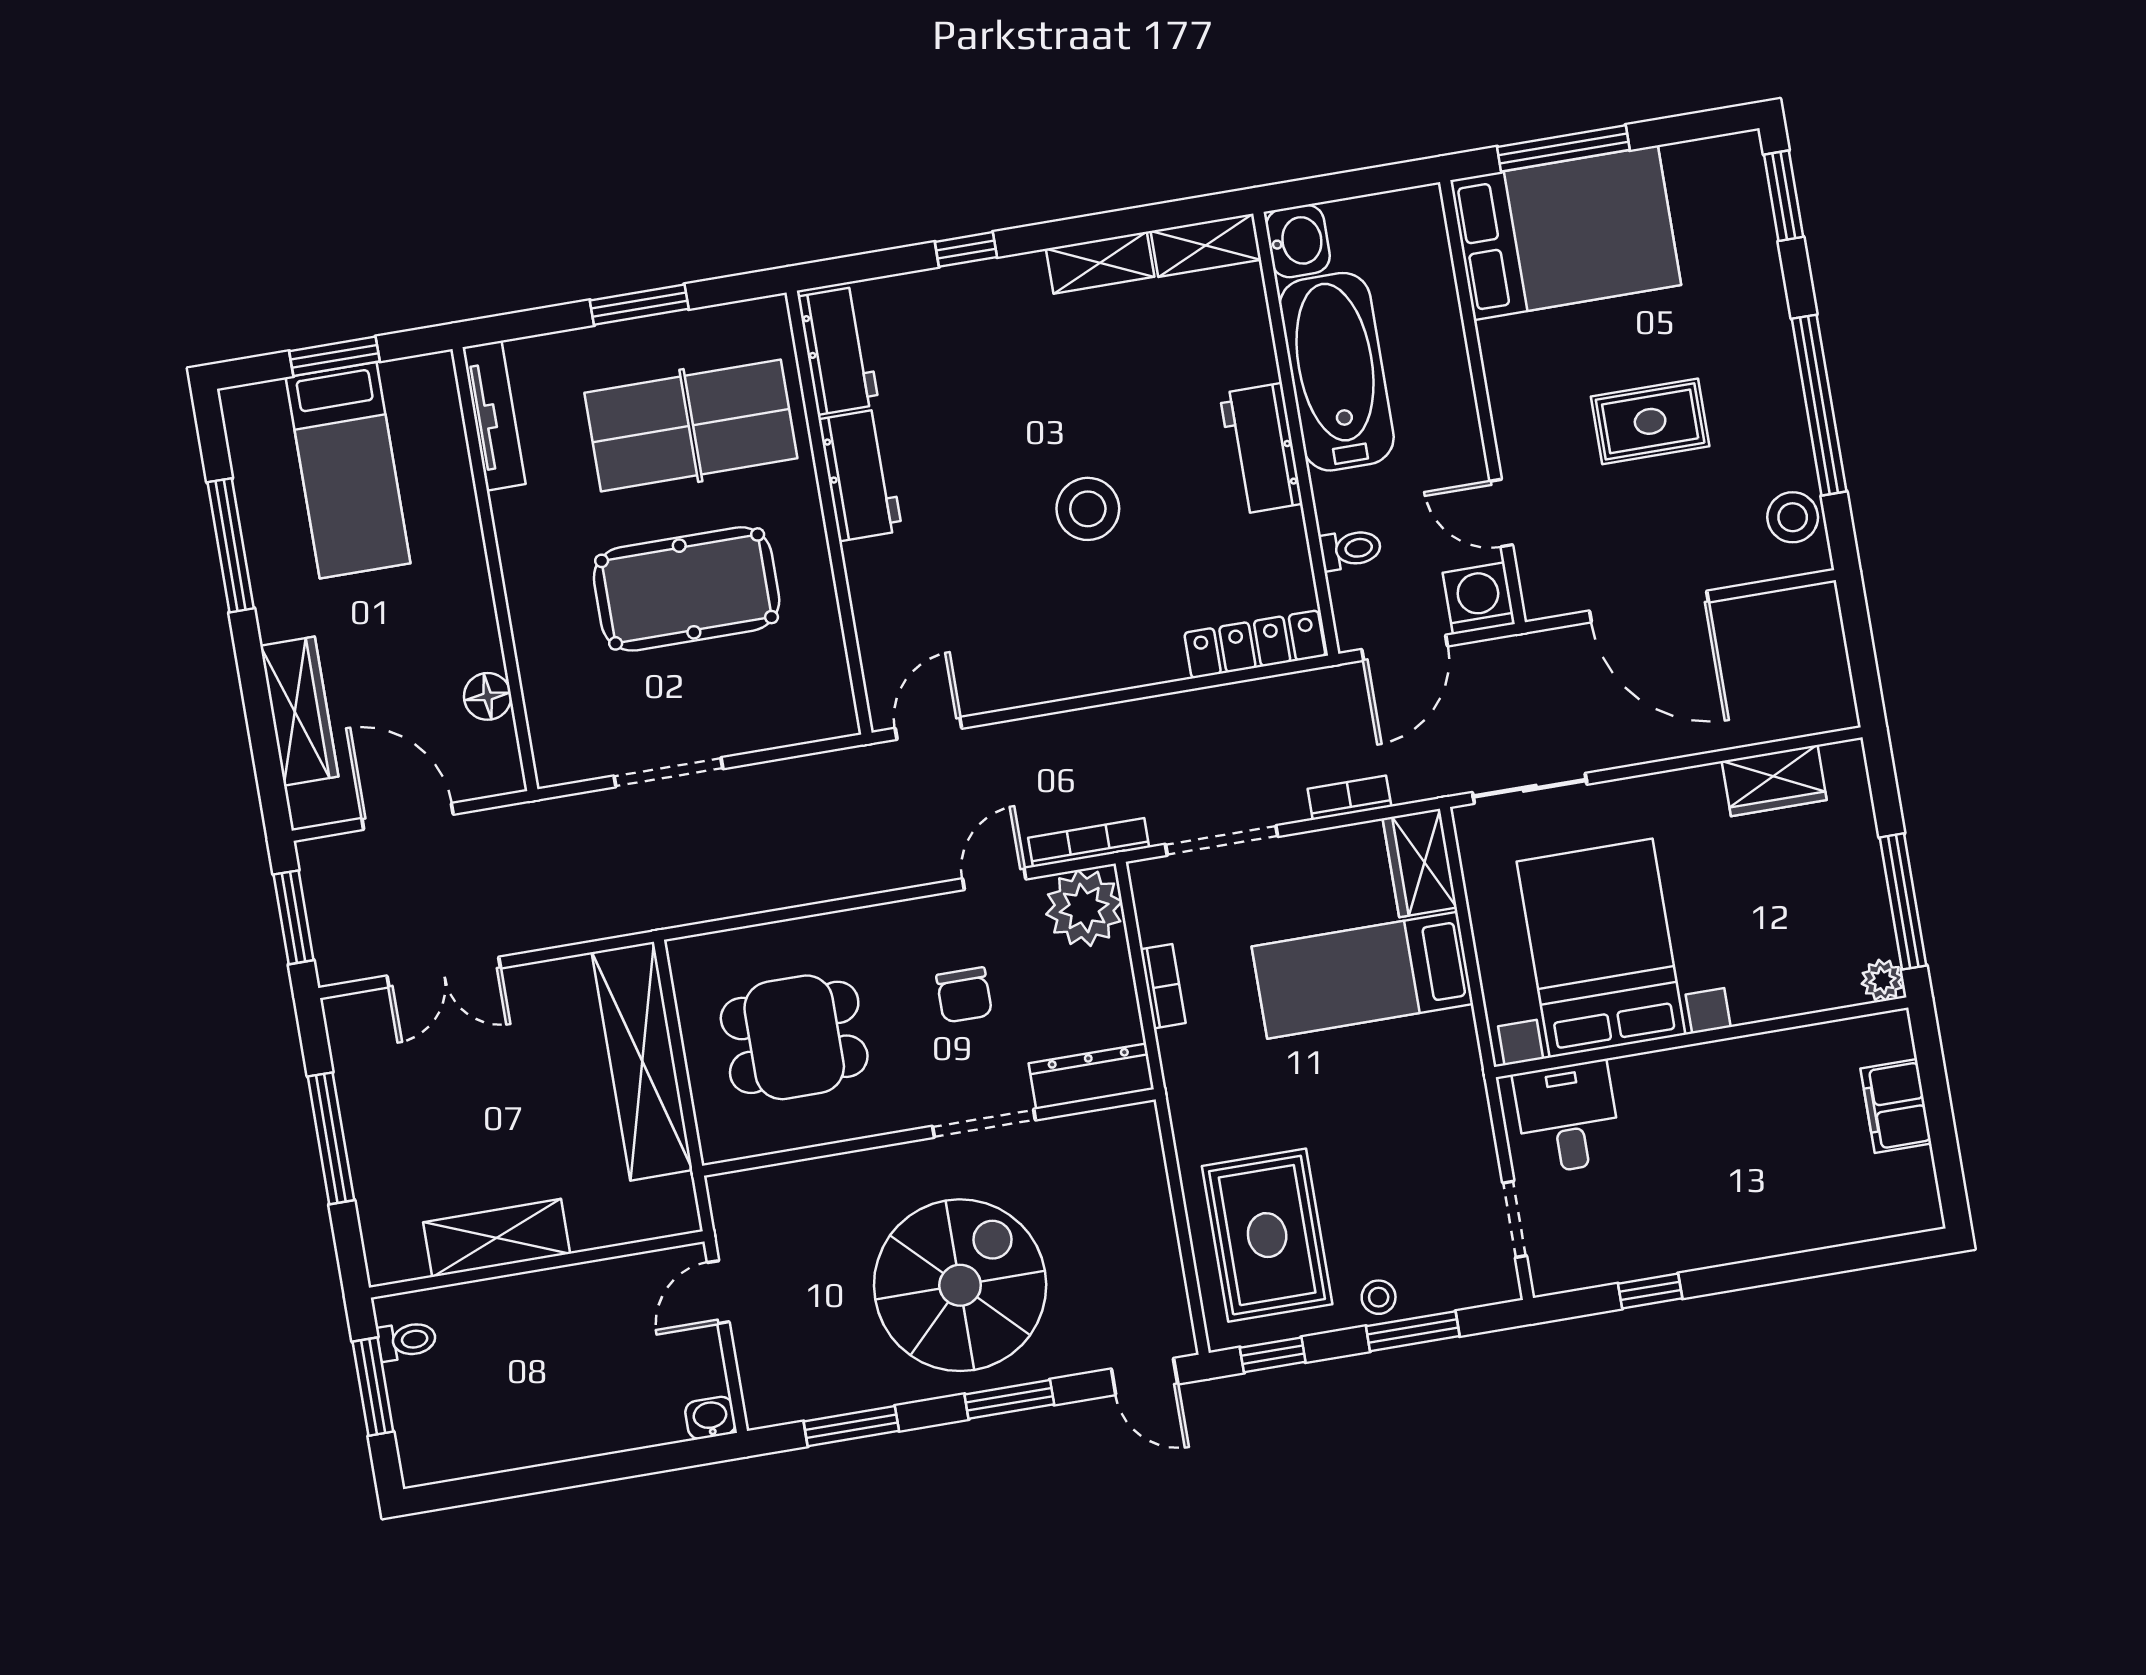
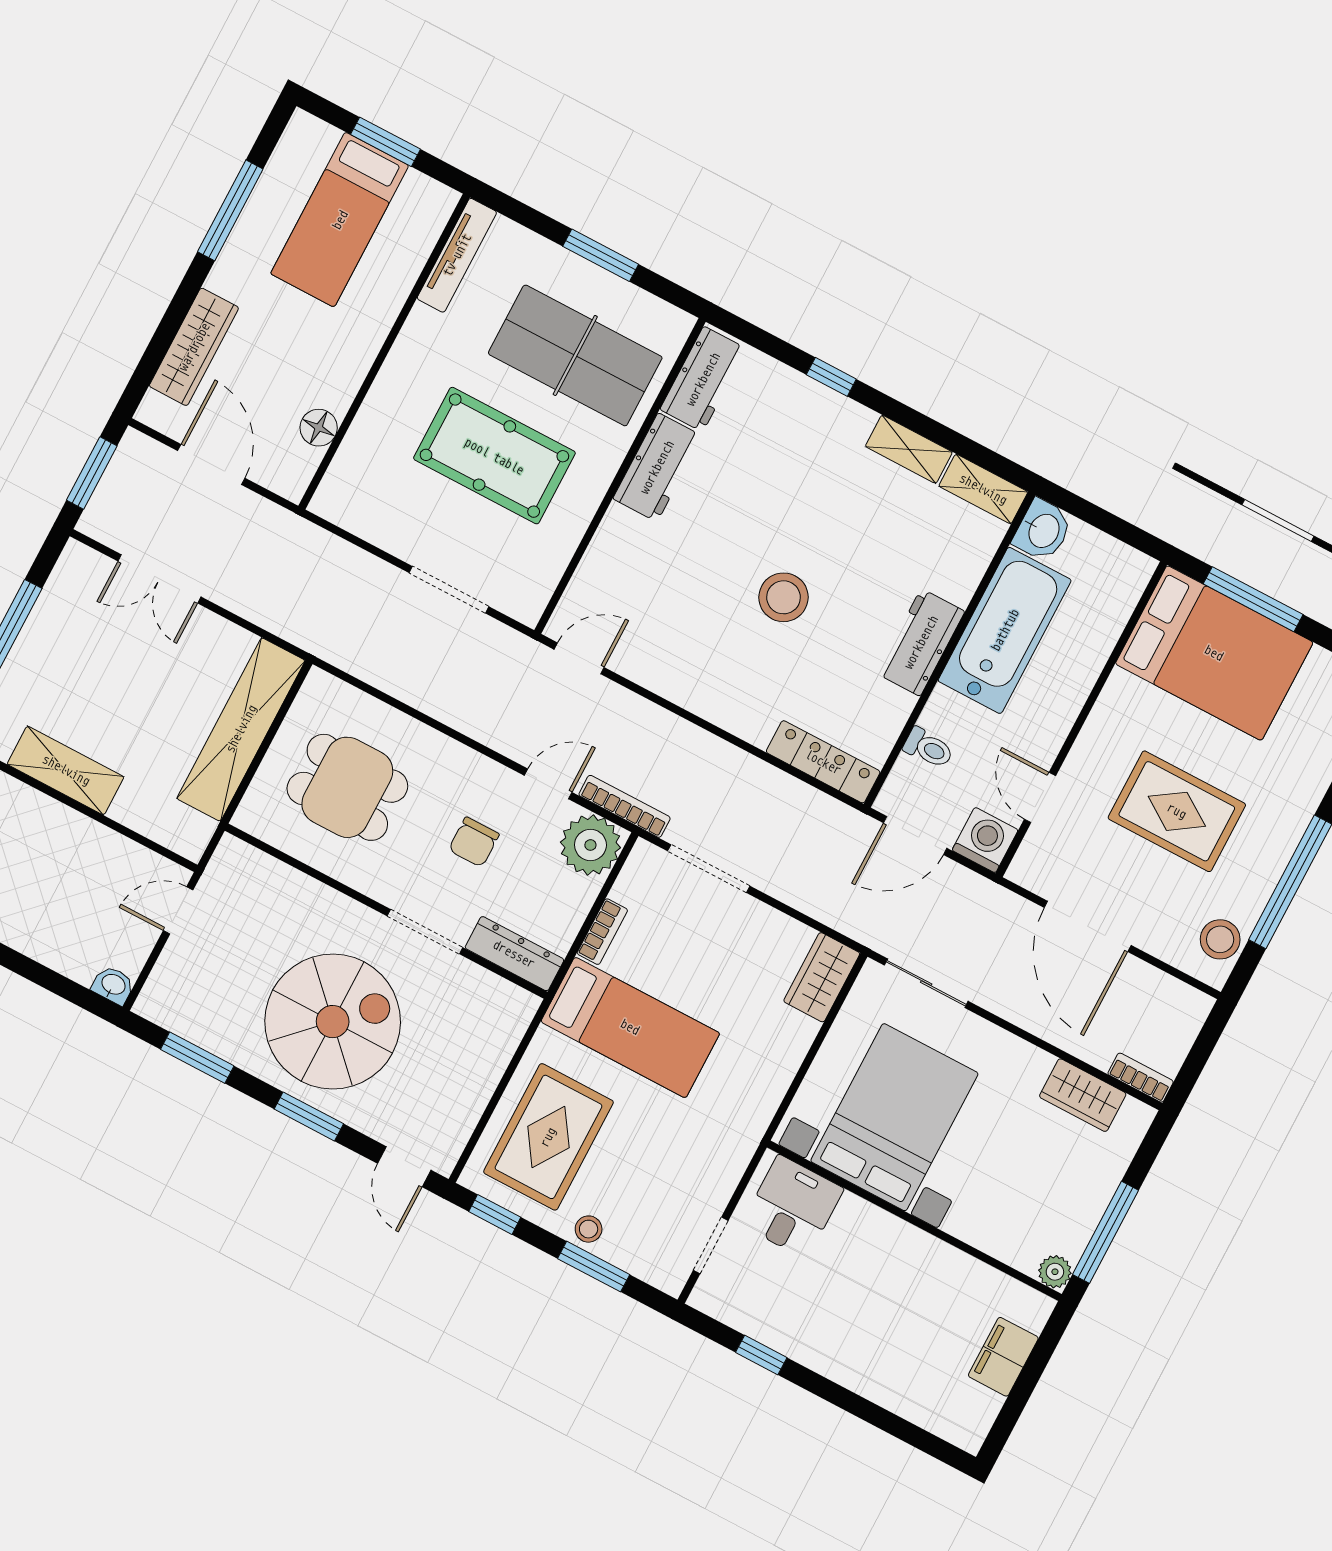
rug: (1650, 421) -> (1177, 811), width x1.36, depth x1.43
doorway: (668, 772) -> (449, 590), moved
bookcase: (1349, 798) -> (1141, 1078), moved
bed: (1362, 975) -> (630, 1027), moved, turned 180

